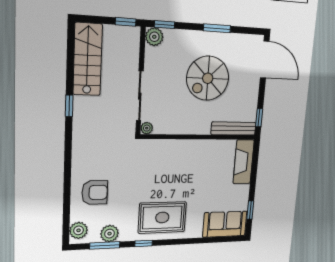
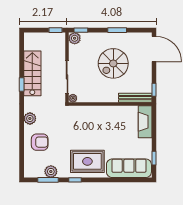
stairs: (88, 59) -> (32, 73), moved
sofa: (225, 224) -> (129, 168), width x1.36
plant: (79, 230) -> (30, 118), moved

